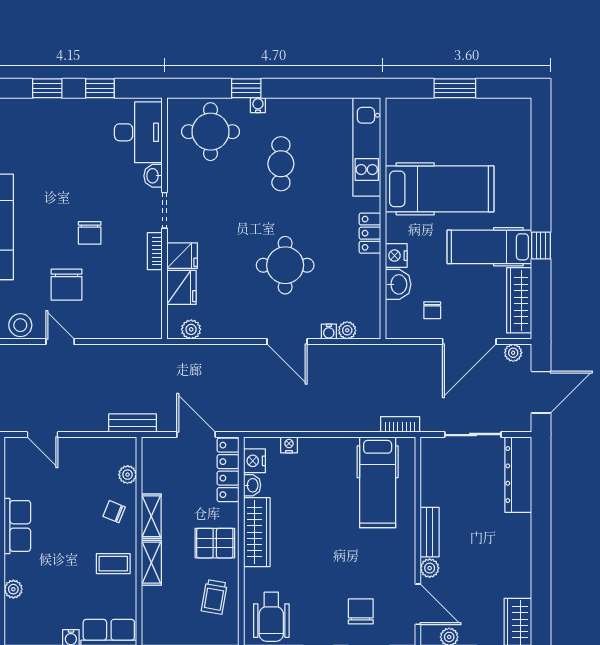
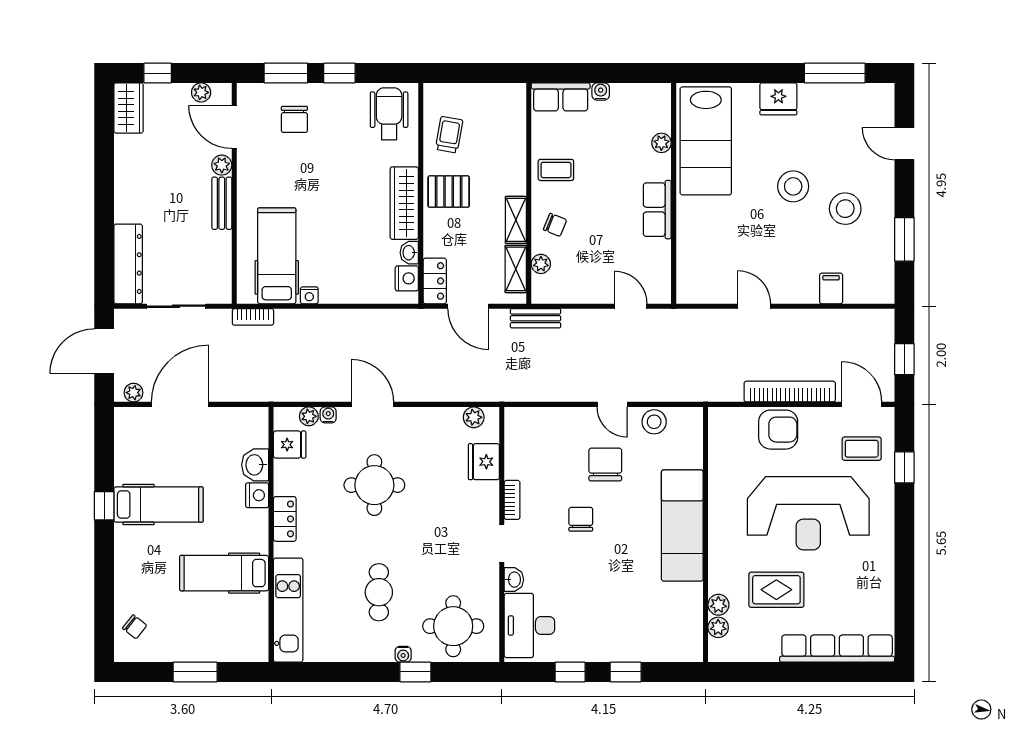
hospital bed: (440, 189) -> (224, 573), width x0.73, depth x0.78
fridge: (182, 256) -> (290, 445), moved, turned 180
wardrobe: (519, 300) -> (127, 448), removed
chair: (432, 310) -> (135, 627), moved, turned 128
nightstand: (289, 445) -> (309, 295), moved
locker: (228, 470) -> (435, 281), width x0.66
shelving: (151, 563) -> (516, 269), moved

